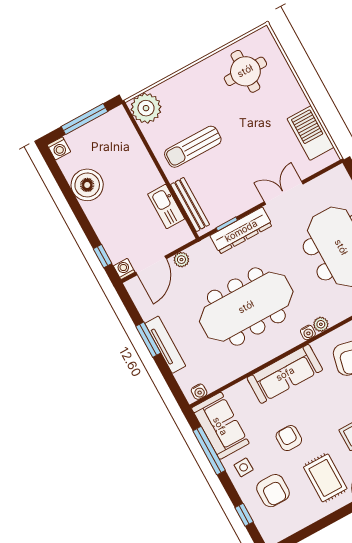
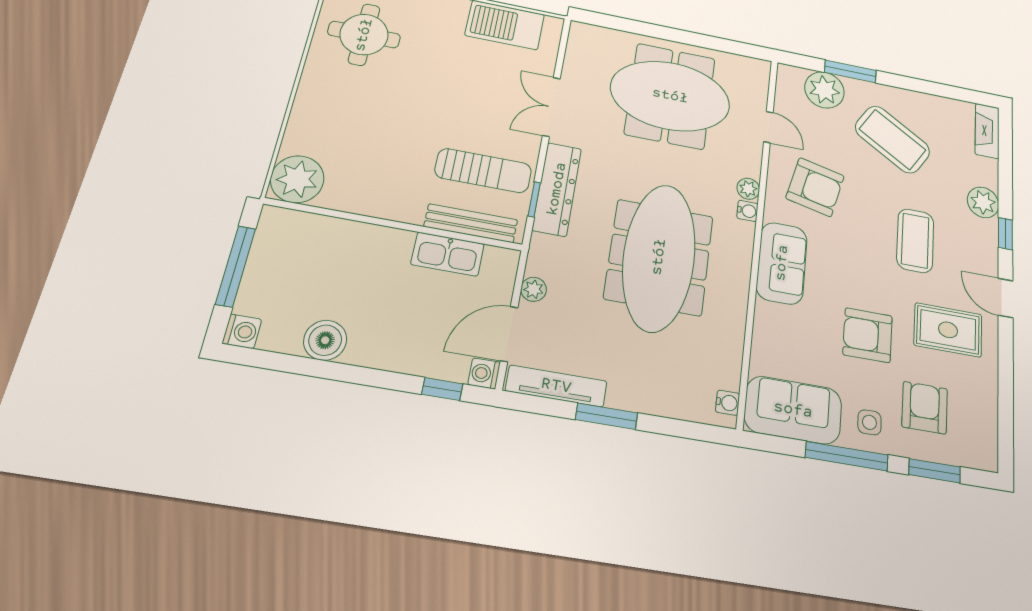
sun lounger: (193, 147) -> (483, 171), moved, turned -90
boiler: (87, 185) -> (325, 340), width x0.73, depth x0.73
door: (151, 265) -> (509, 334), swing flipped
tv unit: (165, 345) -> (556, 386), moved
sofa: (285, 374) -> (782, 263), width x0.73
armchair: (289, 438) -> (868, 335), width x1.38, depth x1.38
window: (209, 451) -> (847, 456), moved
armchair: (273, 491) -> (925, 408), turned -90
window: (244, 515) -> (935, 471), width x1.50

